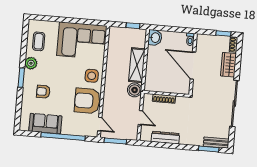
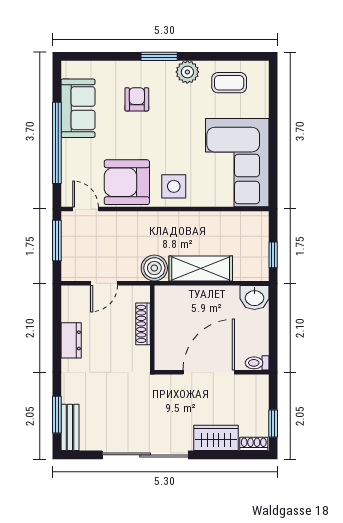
armchair: (87, 101) -> (127, 182), turned -90
door: (100, 124) -> (86, 209), swing flipped
dresser: (165, 138) -> (71, 340), width x0.70

